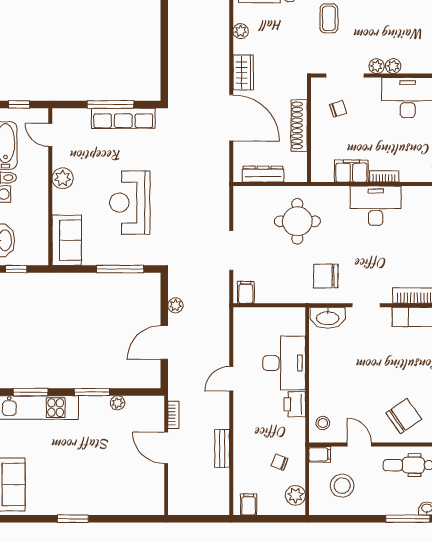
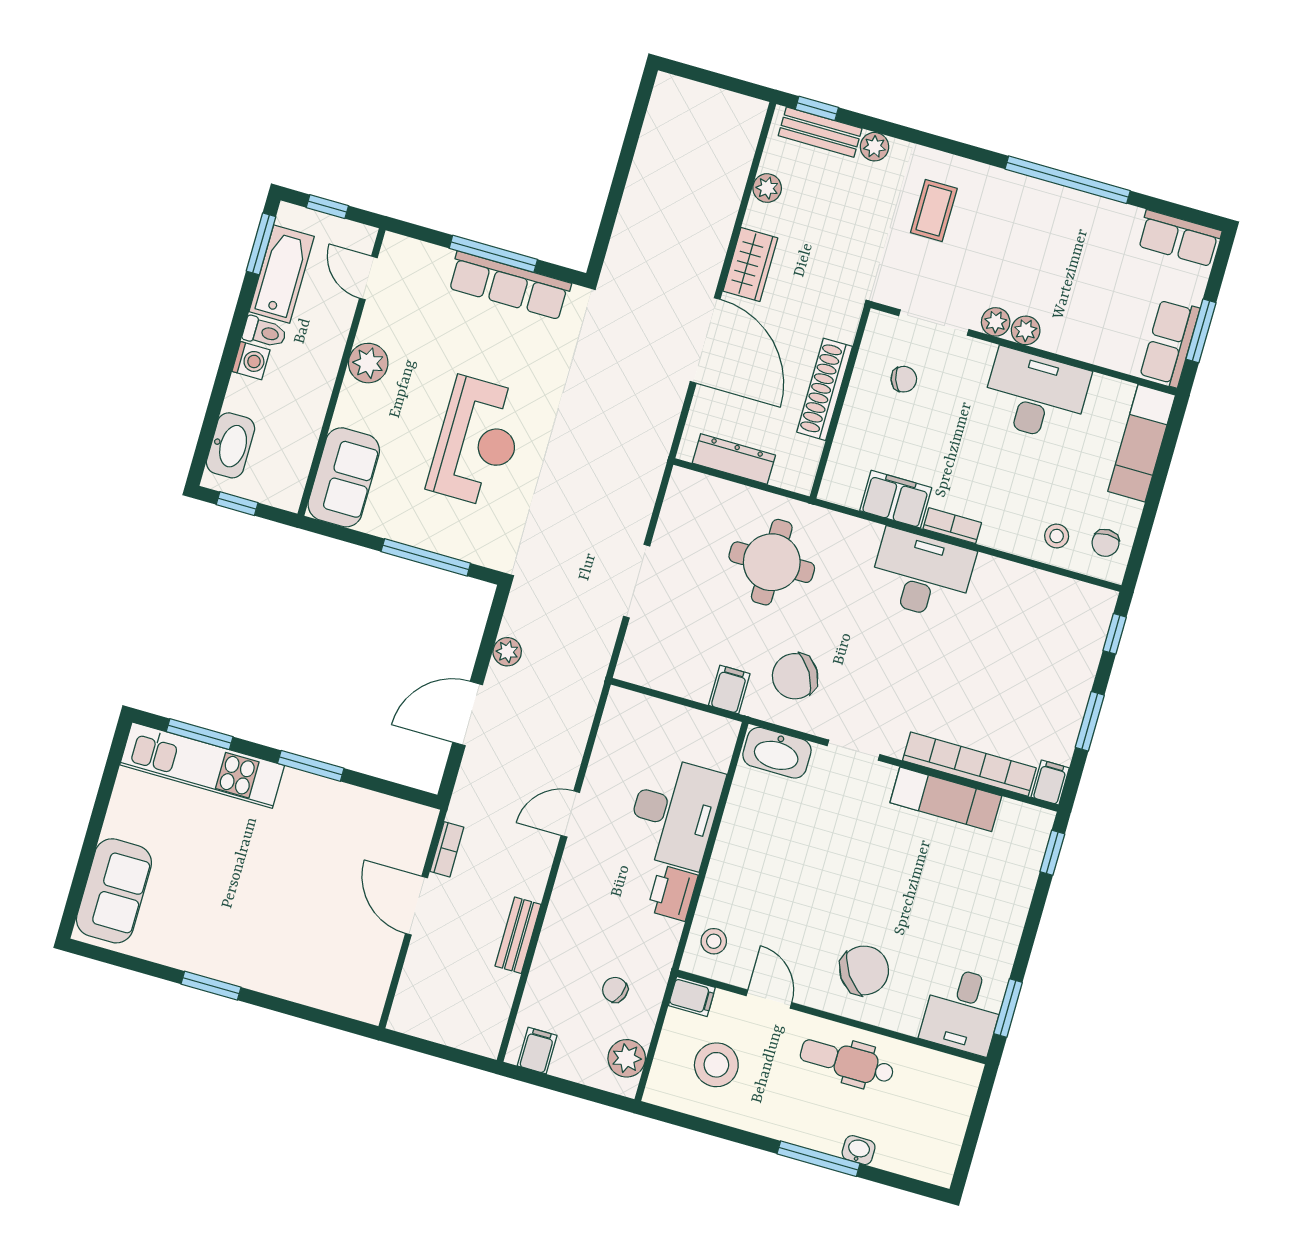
reception desk: (130, 203) -> (477, 442), turned 180
chair: (326, 276) -> (795, 676), turned -31
filing cabinet: (246, 292) -> (729, 689), moved
plant: (118, 403) -> (352, 799), removed

